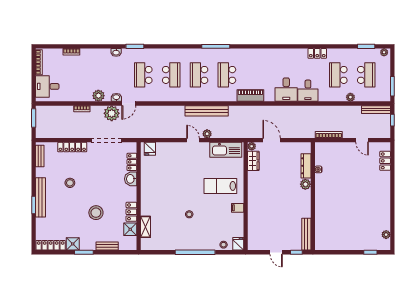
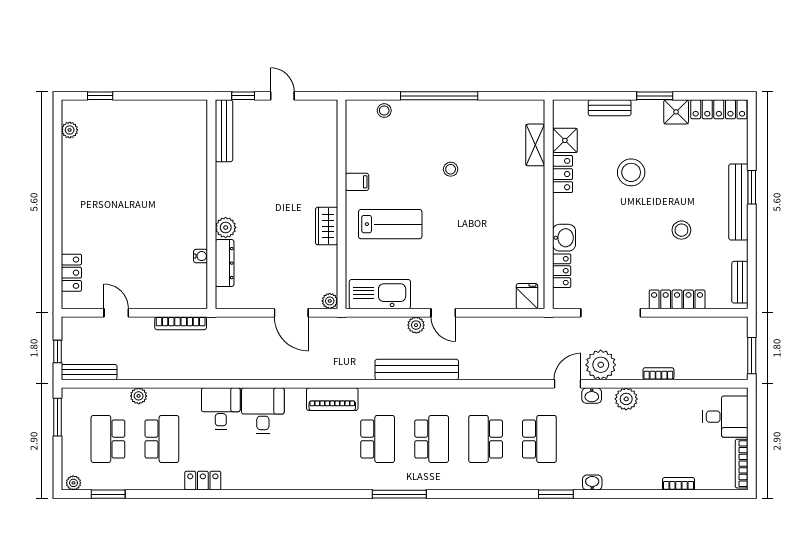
wardrobe: (253, 161) -> (327, 226), moved
fridge: (238, 244) -> (356, 112), removed

